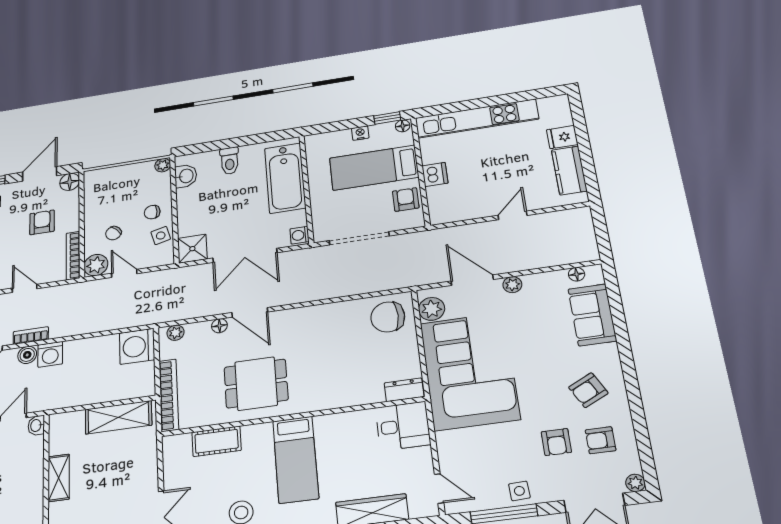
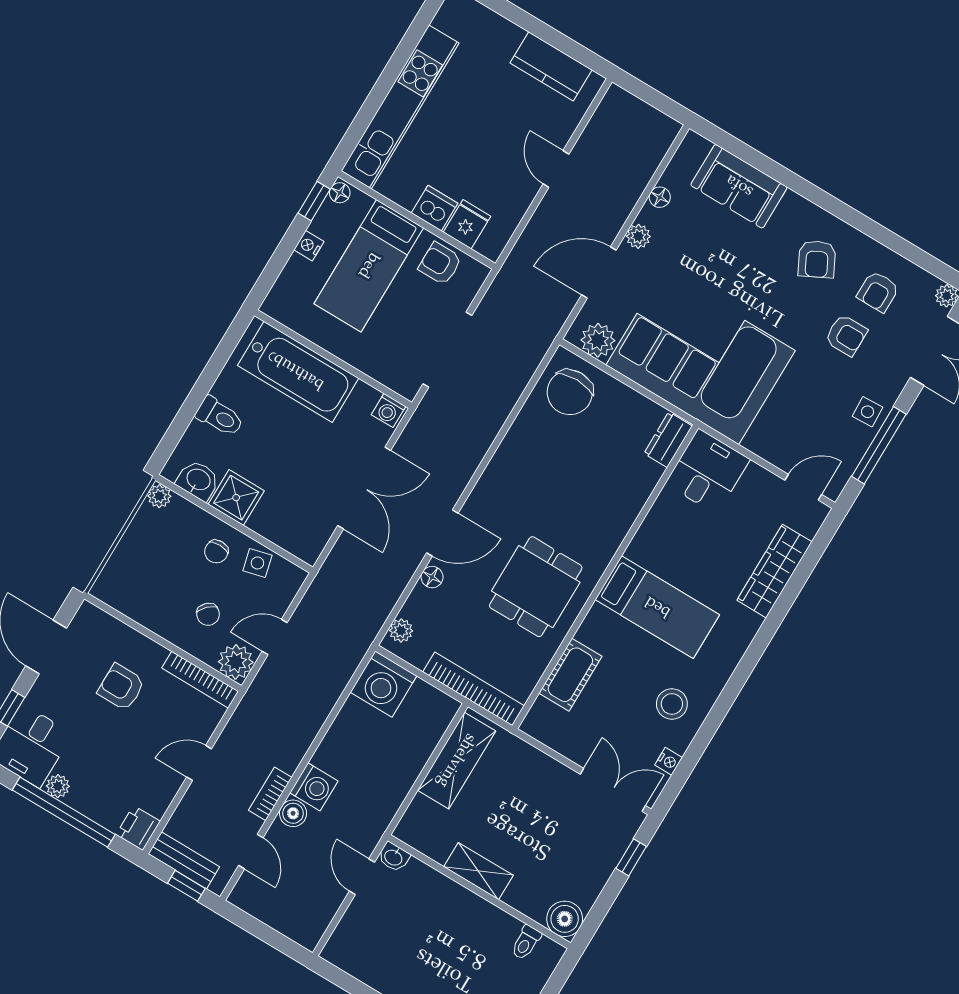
fridge: (562, 137) -> (467, 224), moved, turned 180
floor lamp: (70, 182) -> (89, 619), removed
shower: (192, 249) -> (236, 498), moved
floor lamp: (577, 274) -> (660, 197), moved

